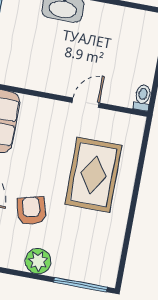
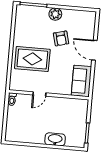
rug: (93, 175) -> (32, 59), turned 90

